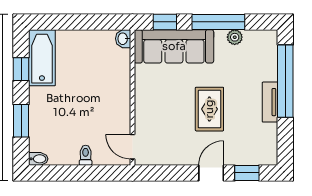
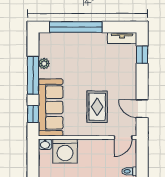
washing machine: (114, 66) -> (65, 151), added
tv unit: (270, 102) -> (122, 38), moved
rug: (209, 109) -> (97, 107), moved, turned 90
door: (211, 173) -> (142, 109), moved

